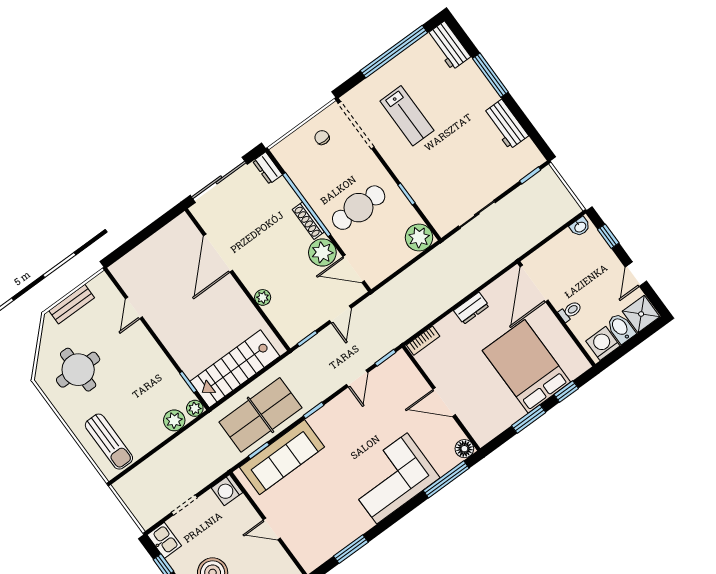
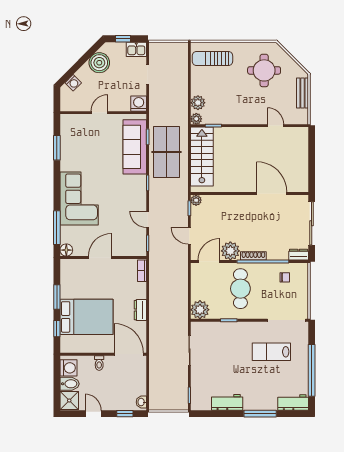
chair: (322, 137) -> (285, 277), moved
plant: (263, 297) -> (196, 200), moved

